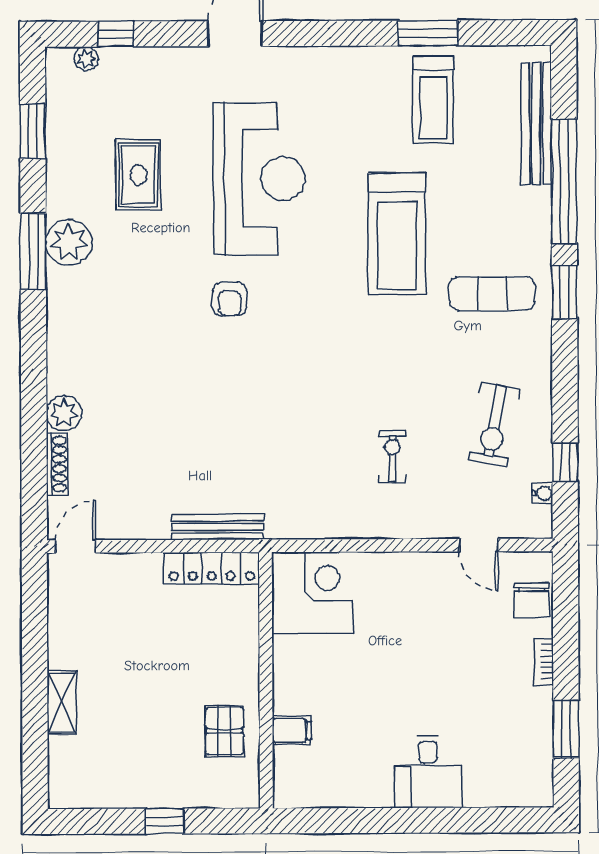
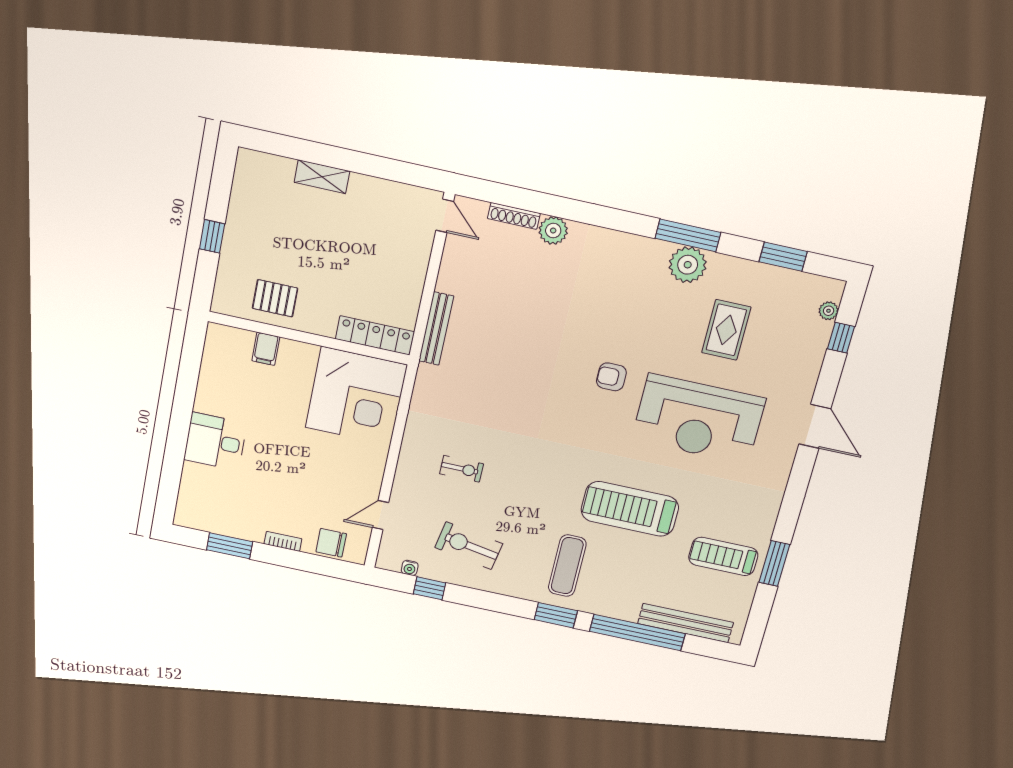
rug: (138, 175) -> (726, 330), turned 90
locker: (212, 568) -> (375, 335), moved, turned 90
corner desk: (313, 593) -> (356, 396), width x1.36, depth x1.36

